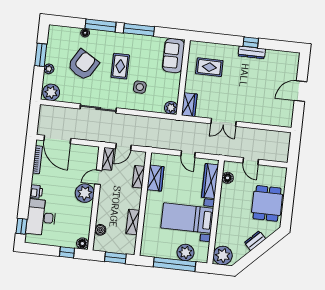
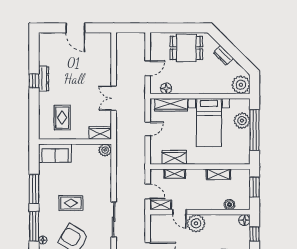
side table: (140, 87) -> (89, 182), removed
double door: (223, 122) -> (114, 98), swing flipped

